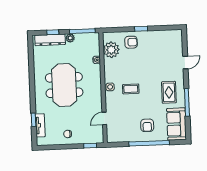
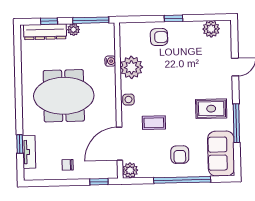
plant: (168, 36) -> (211, 29), added
plant: (111, 50) -> (131, 67), moved
meeting table: (64, 85) -> (64, 96), turned 90
coffee table: (131, 89) -> (154, 123), moved
rug: (169, 92) -> (211, 109), turned 90
door: (104, 118) -> (120, 144), width x1.88
plant: (112, 137) -> (130, 170), added

